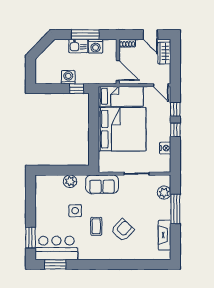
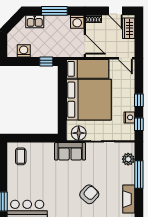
kitchen sink: (78, 46) -> (35, 22), moved
washing machine: (96, 46) -> (77, 22), moved
washing machine: (68, 77) -> (24, 51), moved
window: (175, 109) -> (139, 124), moved
floor lamp: (111, 165) -> (79, 133), added
plant: (70, 181) -> (40, 149), removed
side table: (75, 211) -> (45, 176), removed
coffee table: (96, 226) -> (21, 156), moved

